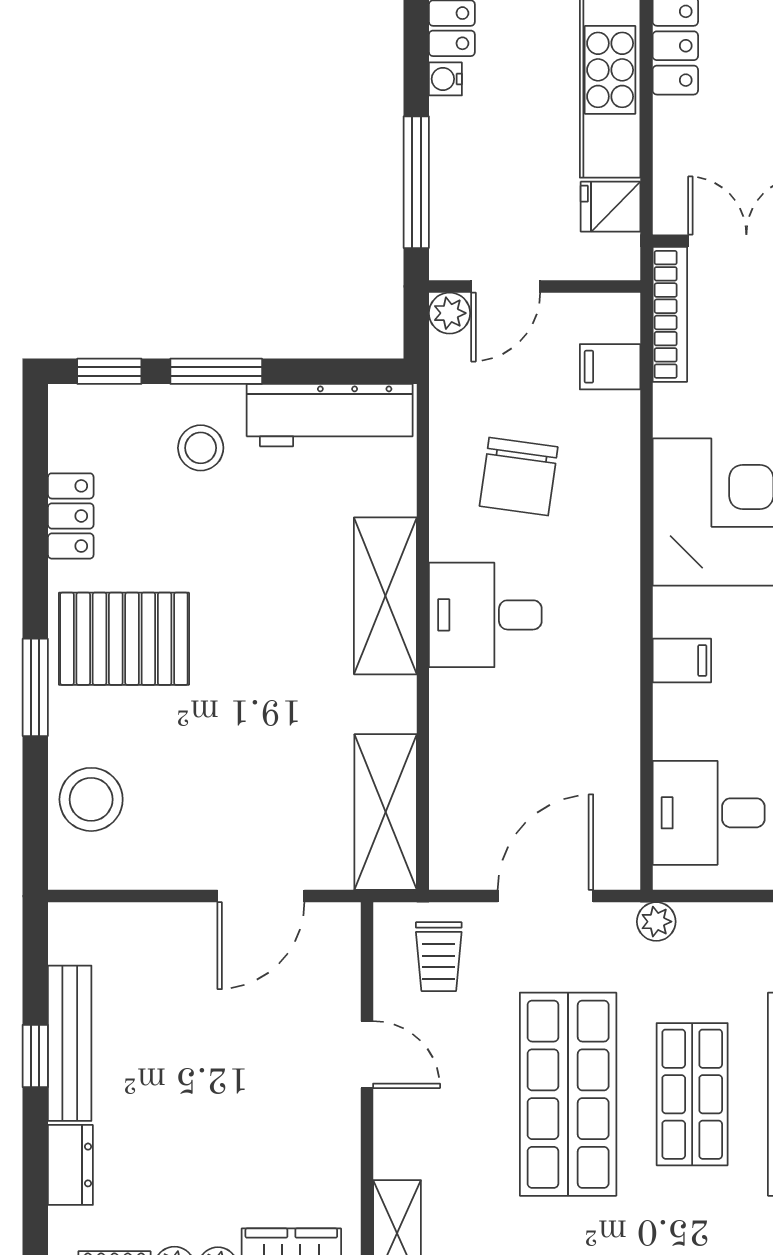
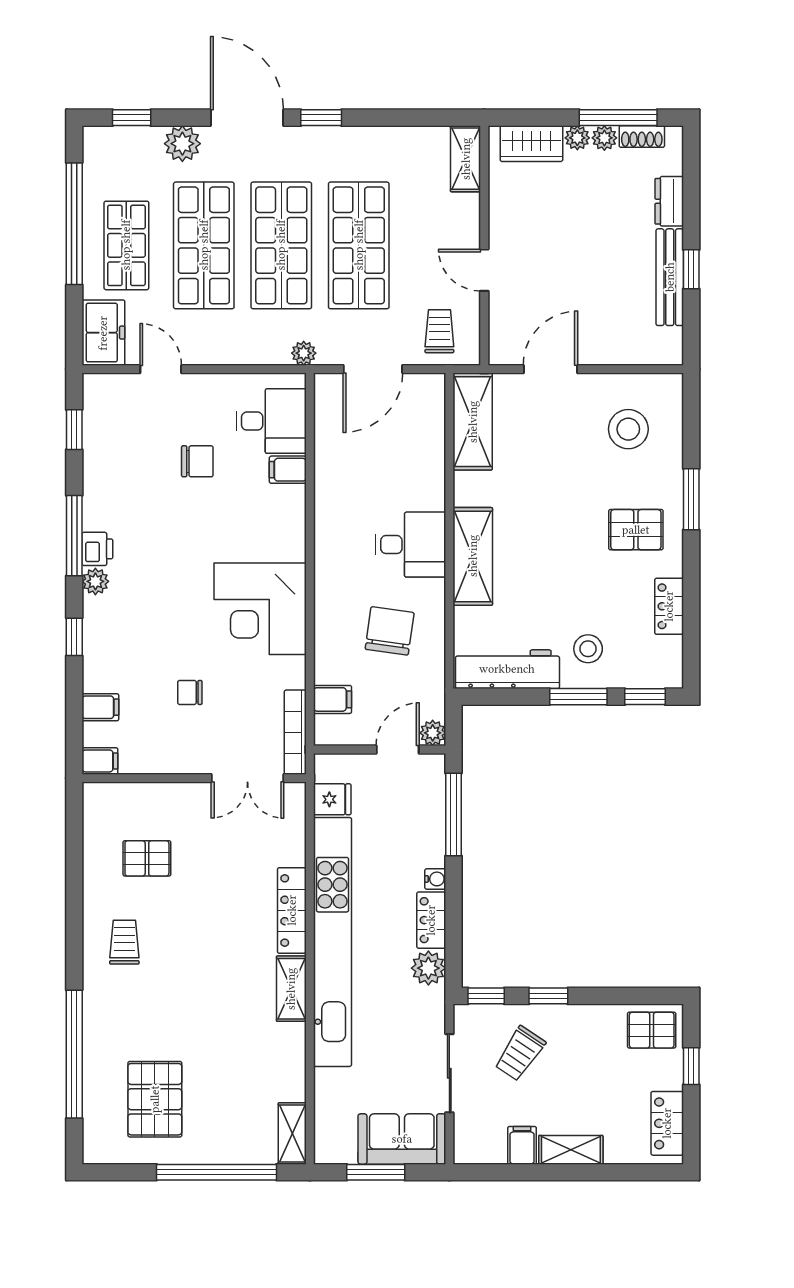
pallet: (124, 639) -> (636, 530), width x0.67, depth x0.71
filing cabinet: (682, 660) -> (288, 470), moved
stool: (91, 799) -> (628, 429), moved
shop shelf: (692, 1094) -> (281, 245), width x1.43, depth x1.36

